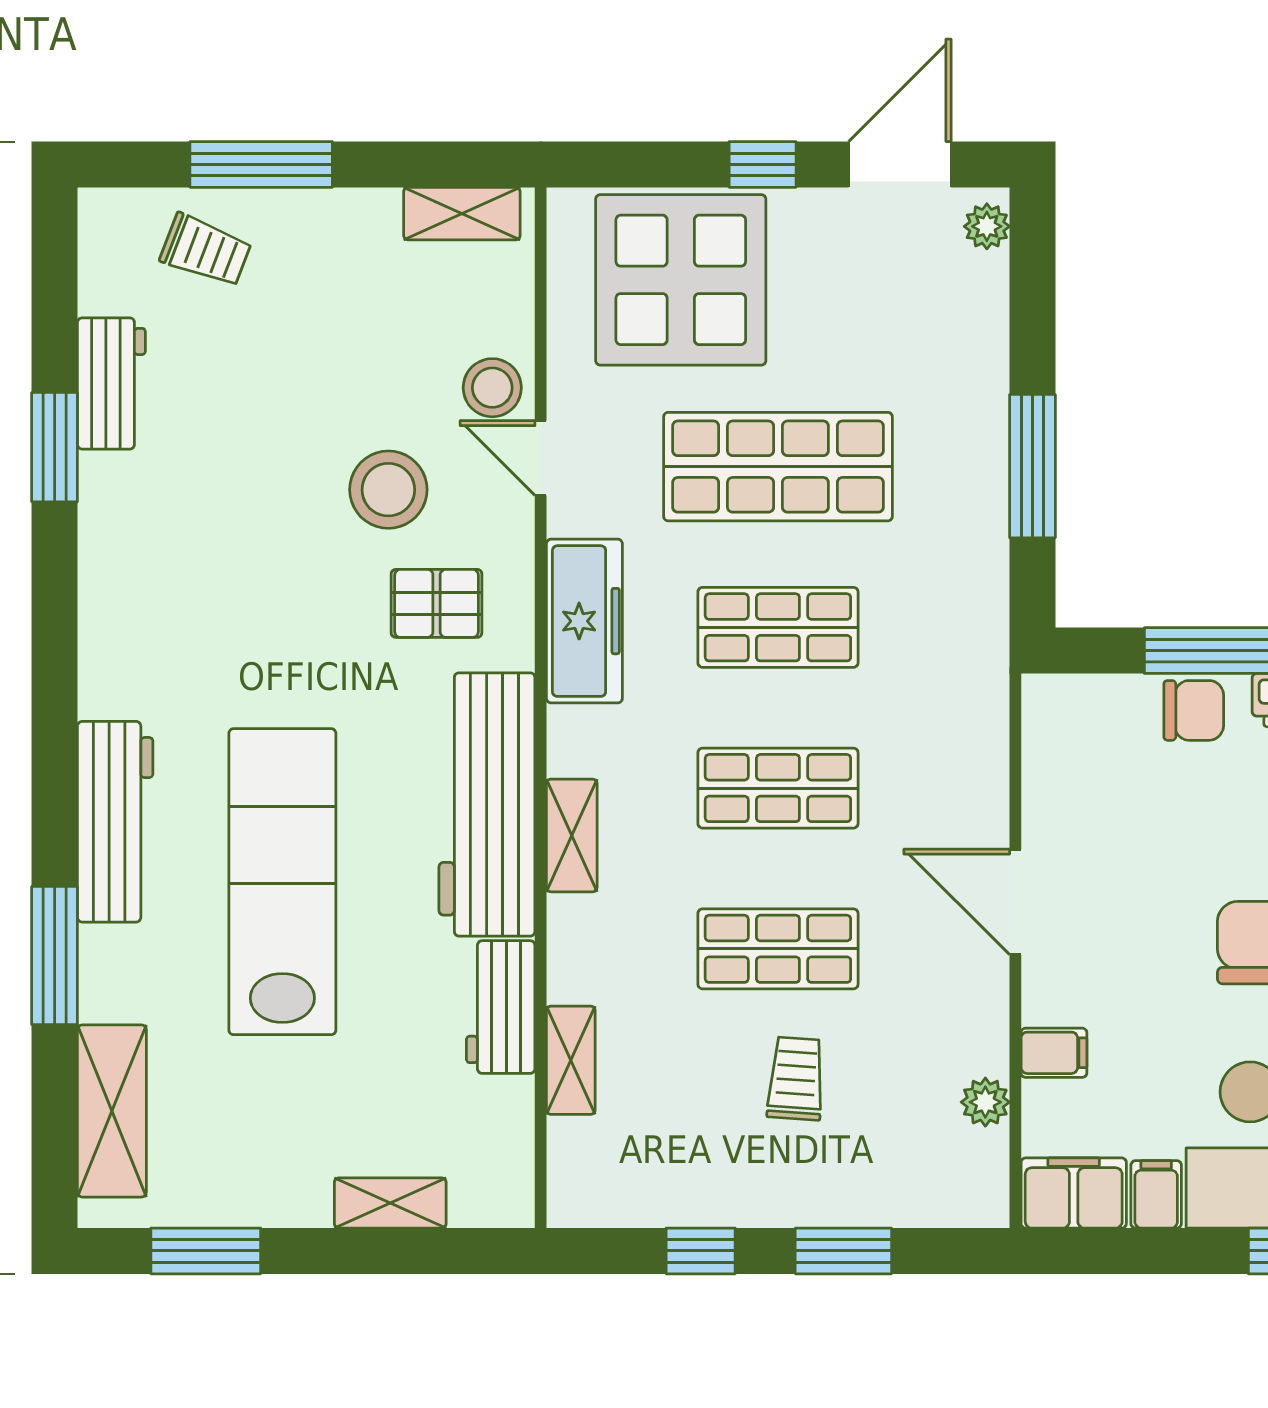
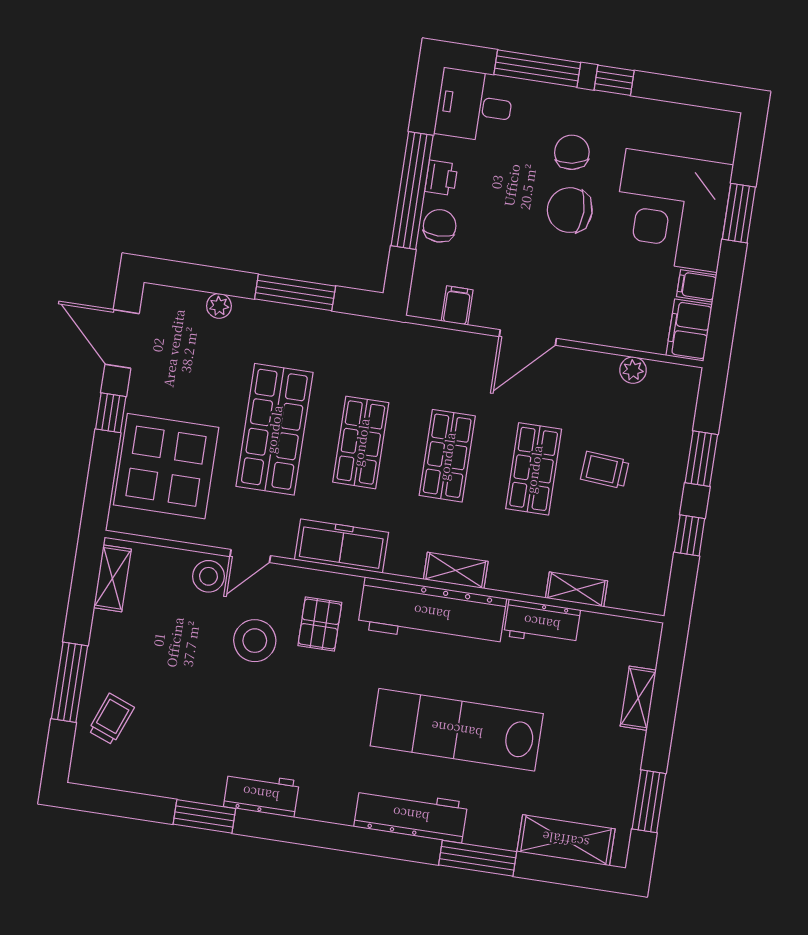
plant: (987, 226) -> (219, 306), moved
workbench: (111, 383) -> (261, 794), moved
filing cabinet: (1054, 1053) -> (457, 305), moved

